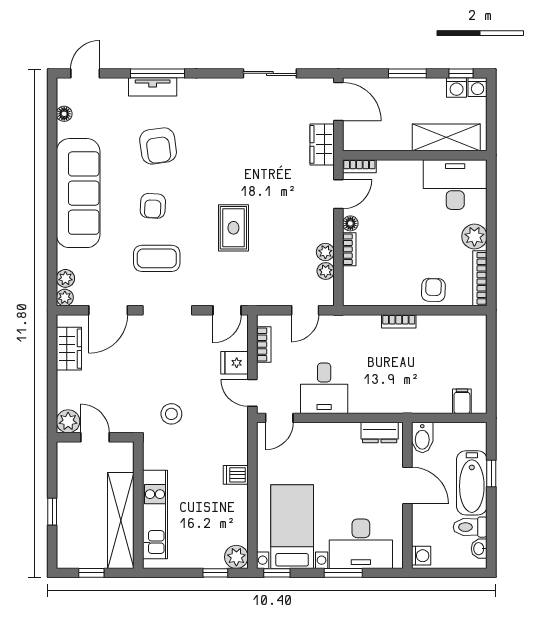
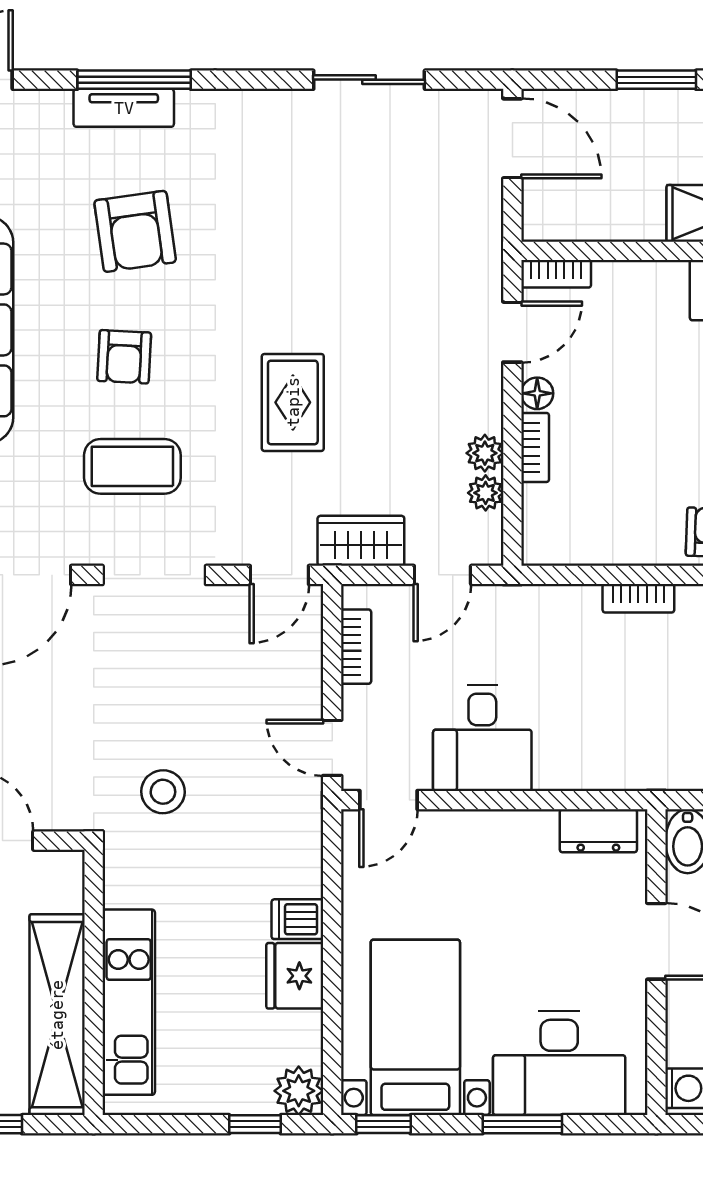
wardrobe: (322, 144) -> (361, 541), moved, turned 90
fridge: (234, 363) -> (295, 976), moved, width x1.38

